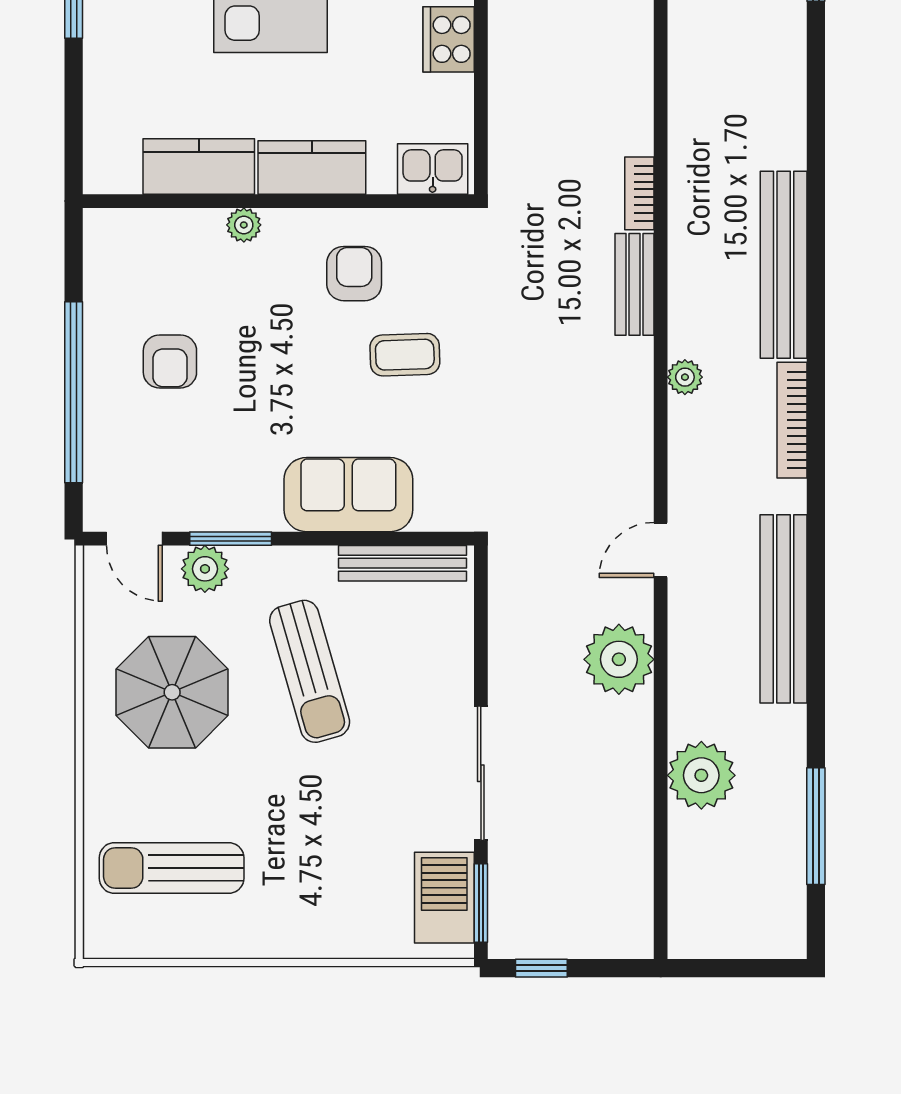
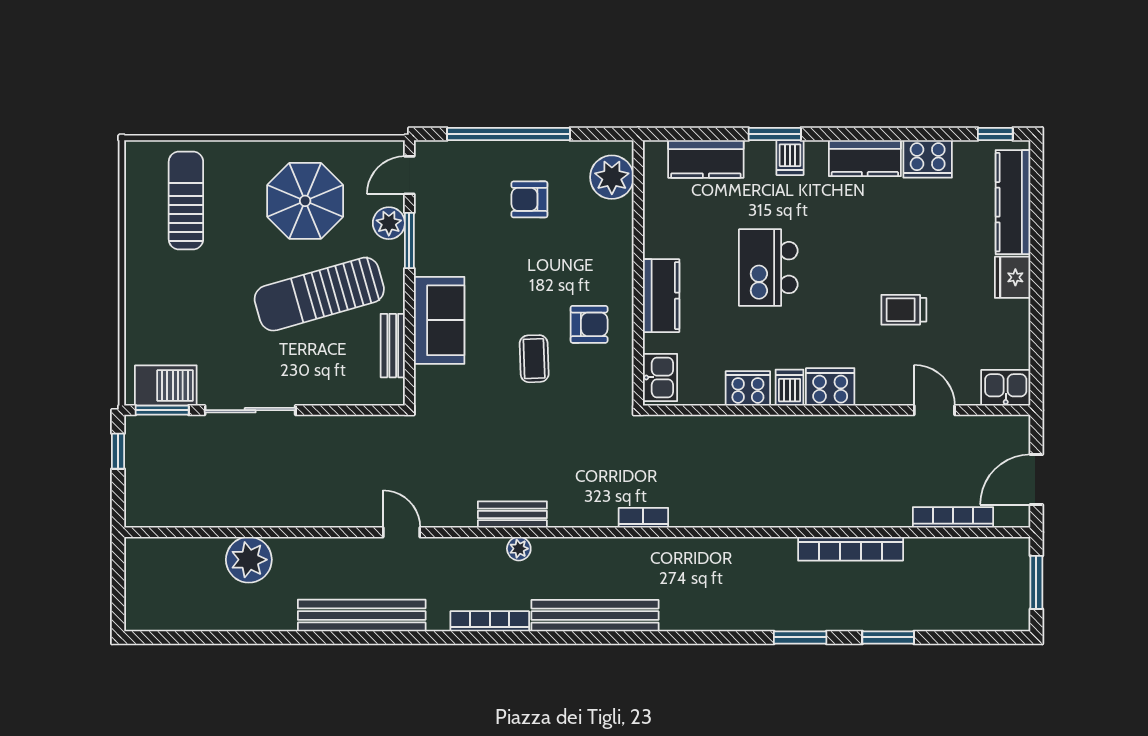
kitchen counter: (199, 167) -> (706, 159), moved, turned 90
plant: (244, 225) -> (612, 177), moved, width x1.87, depth x1.87
bench: (635, 284) -> (512, 514), moved
bench: (403, 563) -> (393, 346), width x0.73
plant: (619, 659) -> (328, 504), removed
sun lounger: (310, 671) -> (319, 294), width x1.36, depth x1.34
window: (816, 826) -> (214, 637), removed

